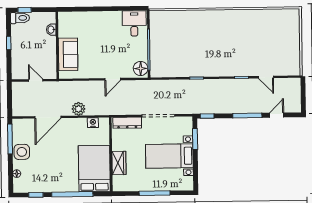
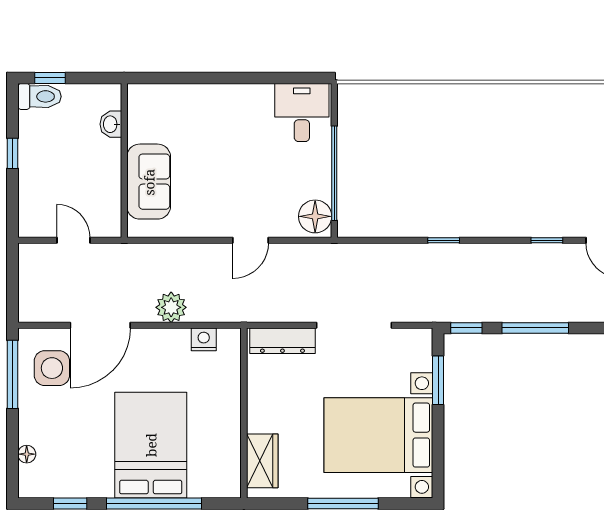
window: (247, 116) -> (535, 328), moved
side table: (22, 152) -> (52, 368), moved
bed with nightstands: (169, 156) -> (378, 435), width x1.36
wardrobe: (119, 163) -> (262, 461), moved
bed: (94, 169) -> (151, 445), moved

